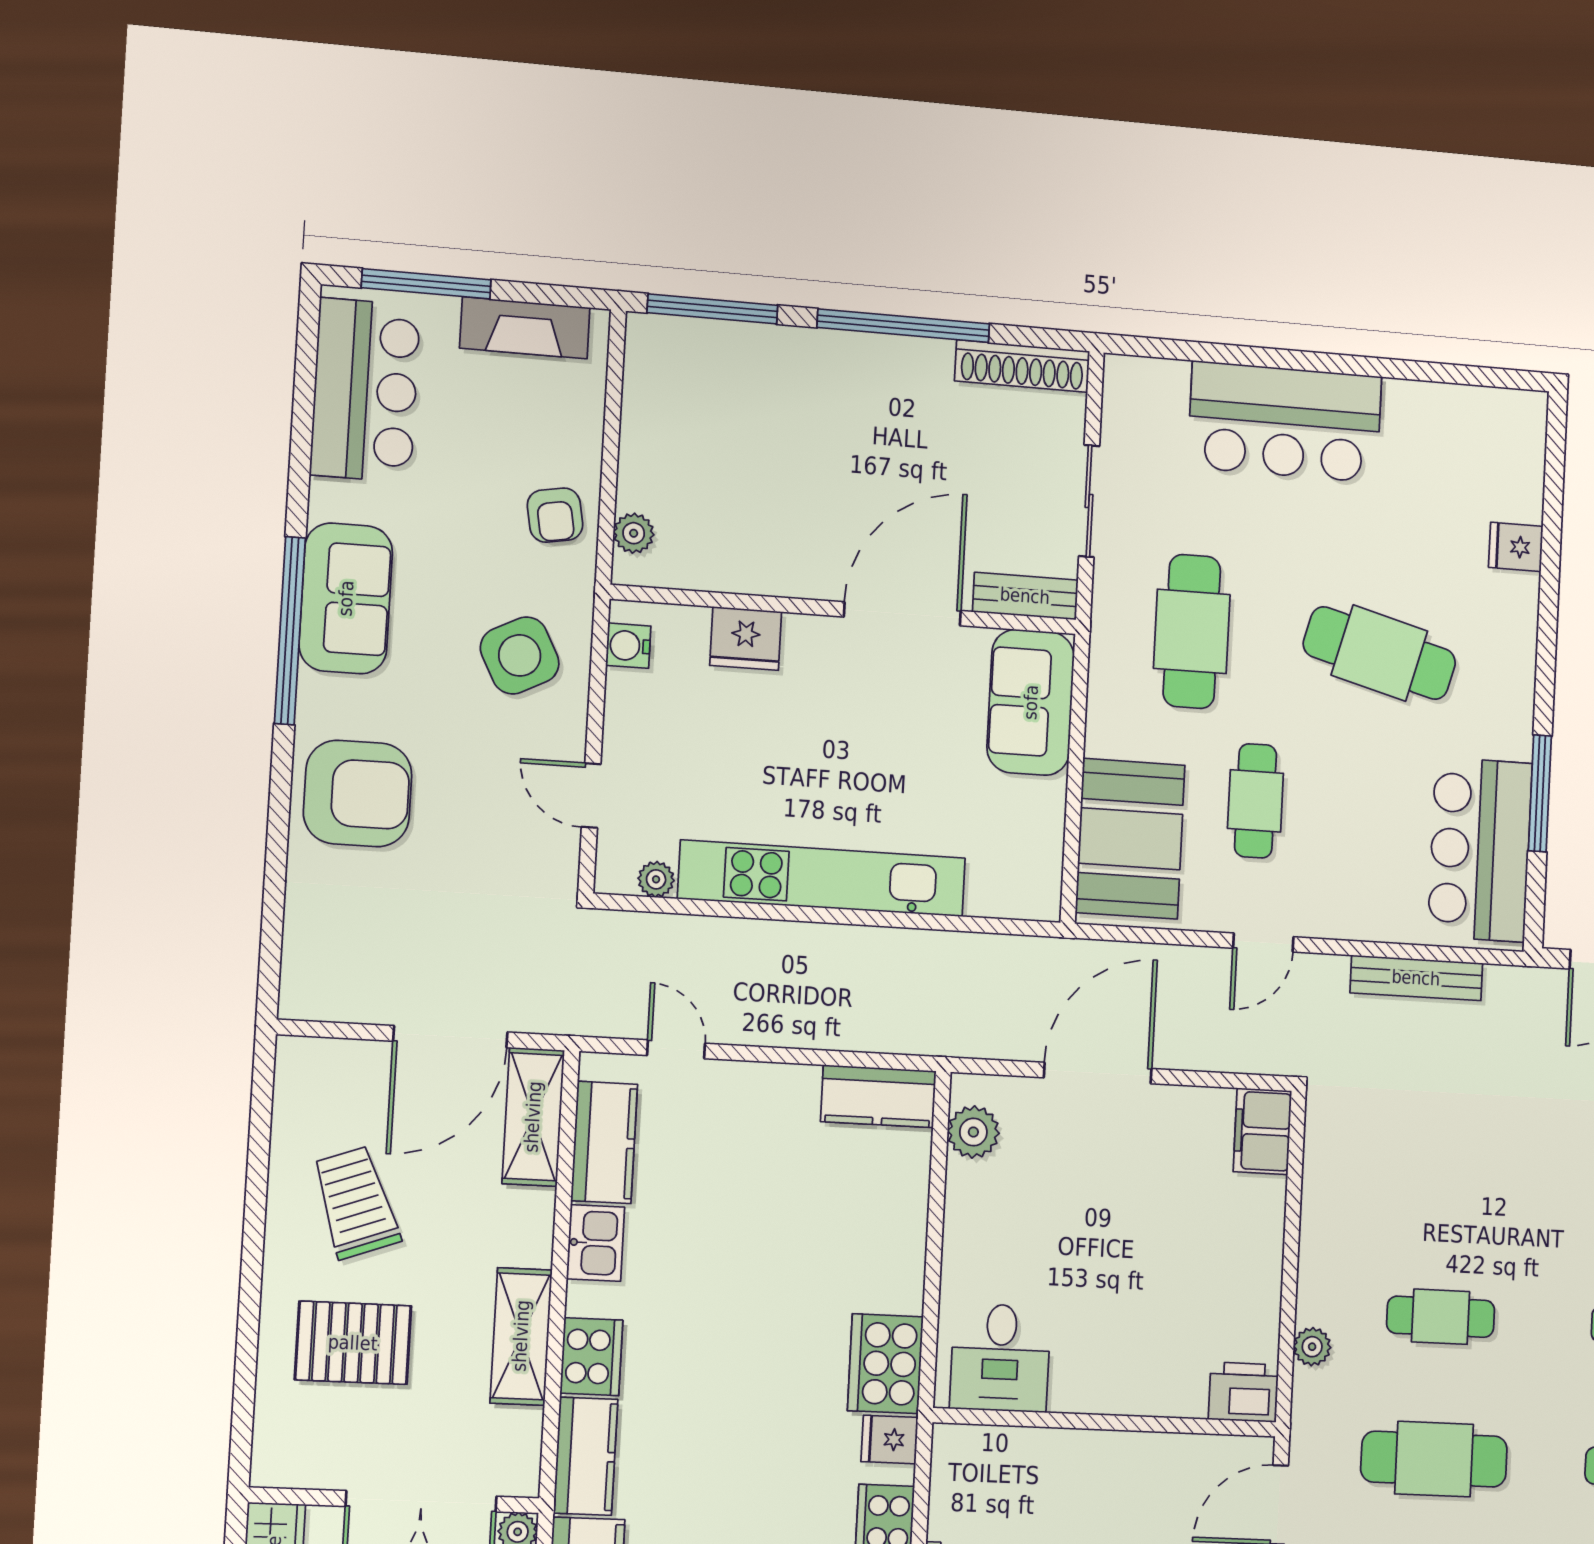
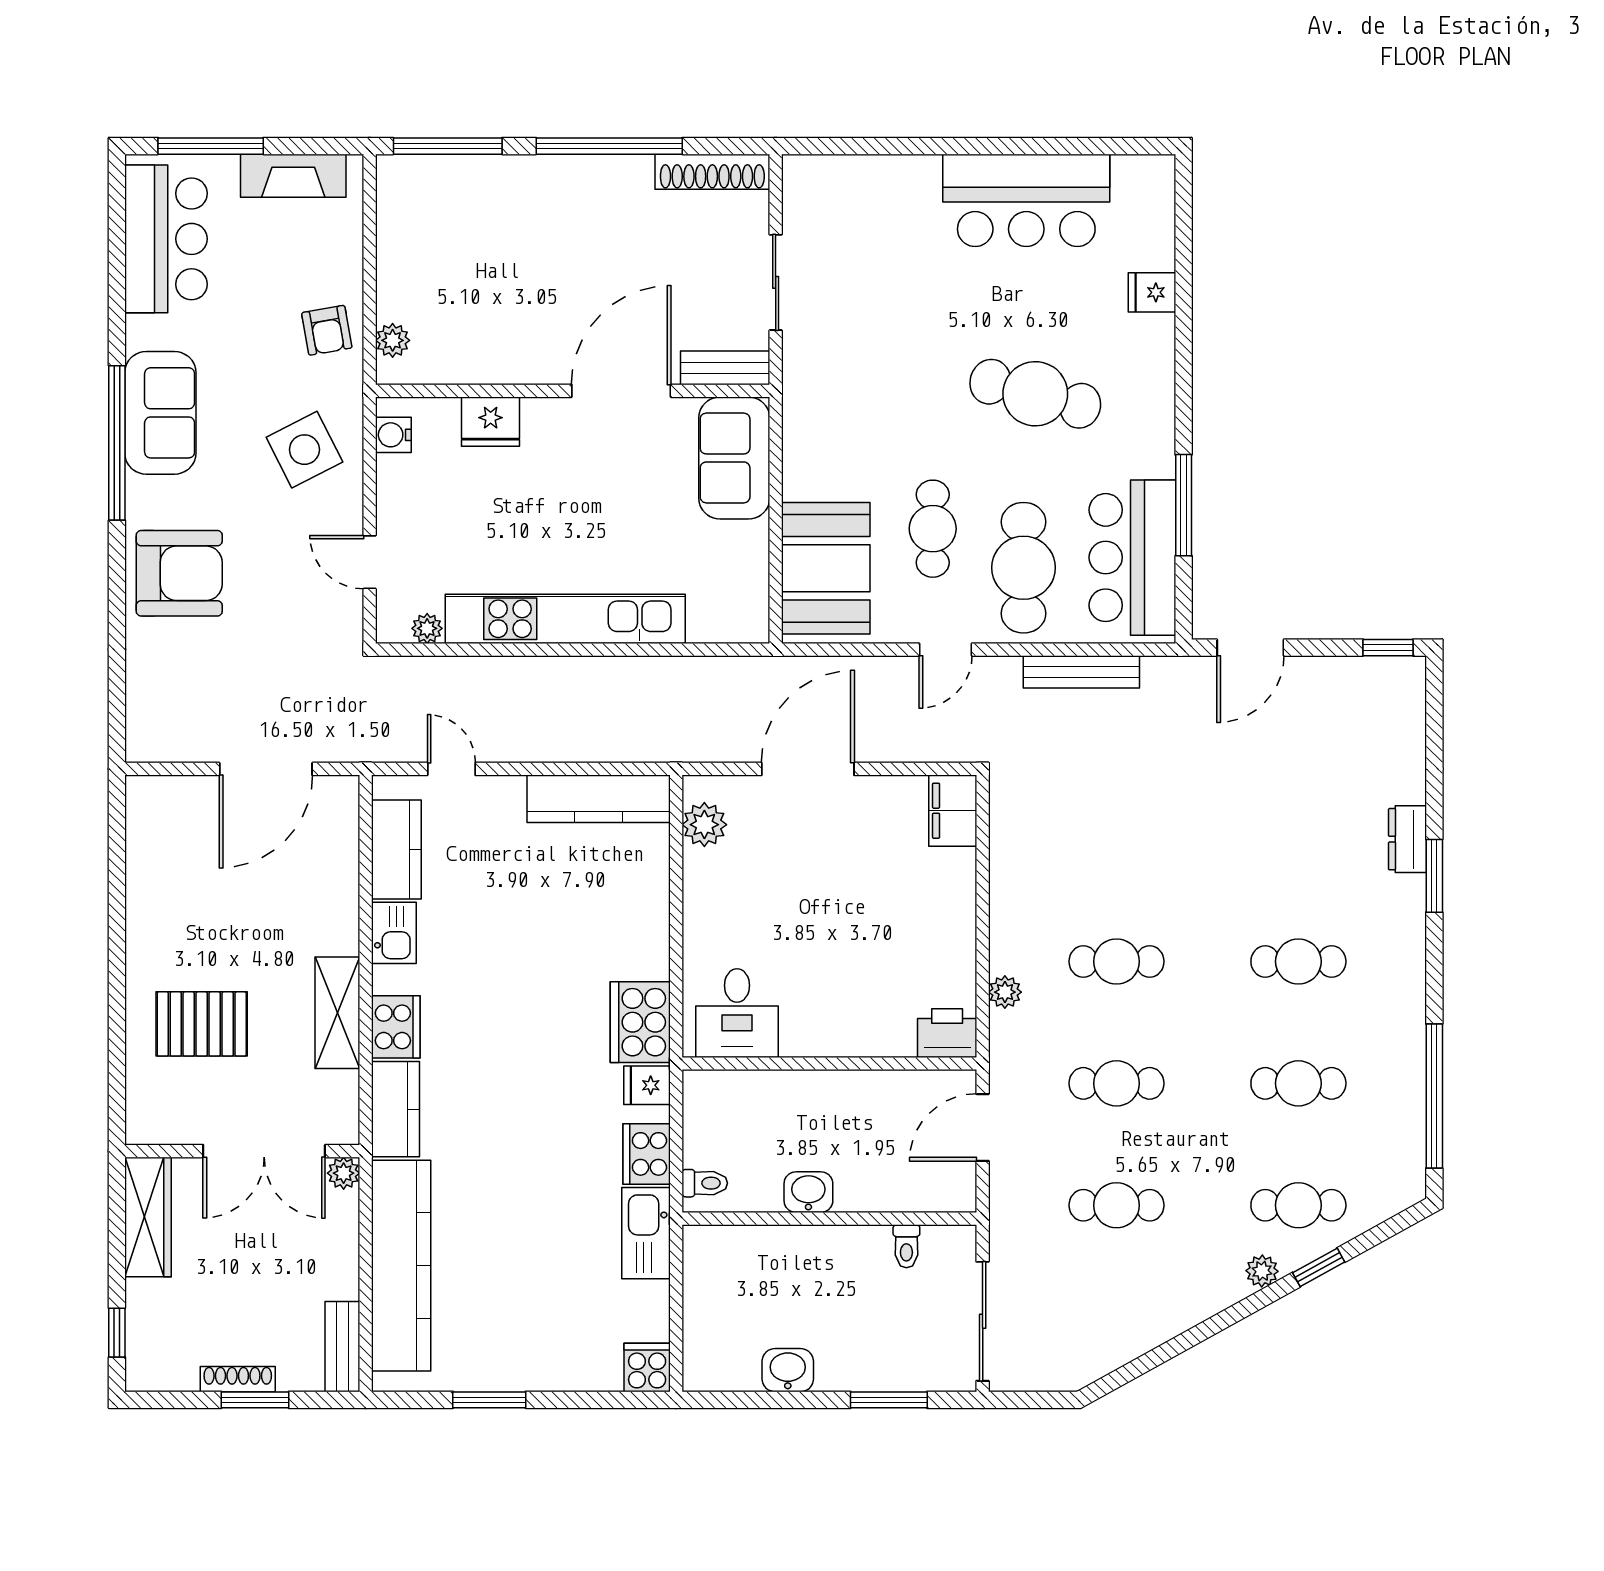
bar counter: (1285, 422) -> (1026, 200), moved
cafe table: (1192, 631) -> (1024, 568), moved
kitchen counter: (878, 1096) -> (599, 799), width x1.50
shelving: (533, 1117) -> (337, 831), removed
trolley: (356, 1203) -> (197, 909), removed
cafe table: (1434, 1459) -> (1117, 1083), width x0.73, depth x0.74

